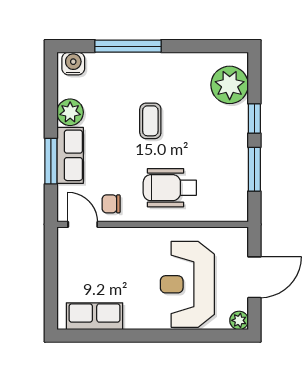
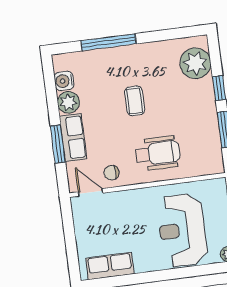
water cooler: (73, 63) -> (64, 81), moved, turned -90
wheelchair: (170, 188) -> (158, 153), turned 180

